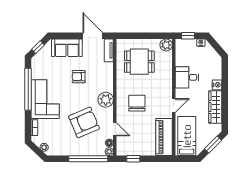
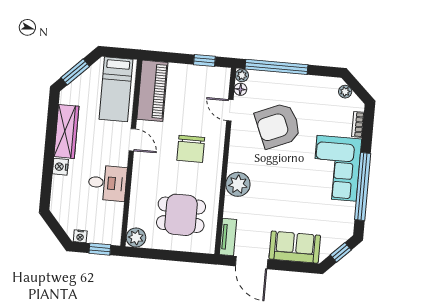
armchair: (79, 77) -> (280, 199), removed
plant: (106, 100) -> (238, 184), moved
door: (174, 106) -> (132, 140), swing flipped

